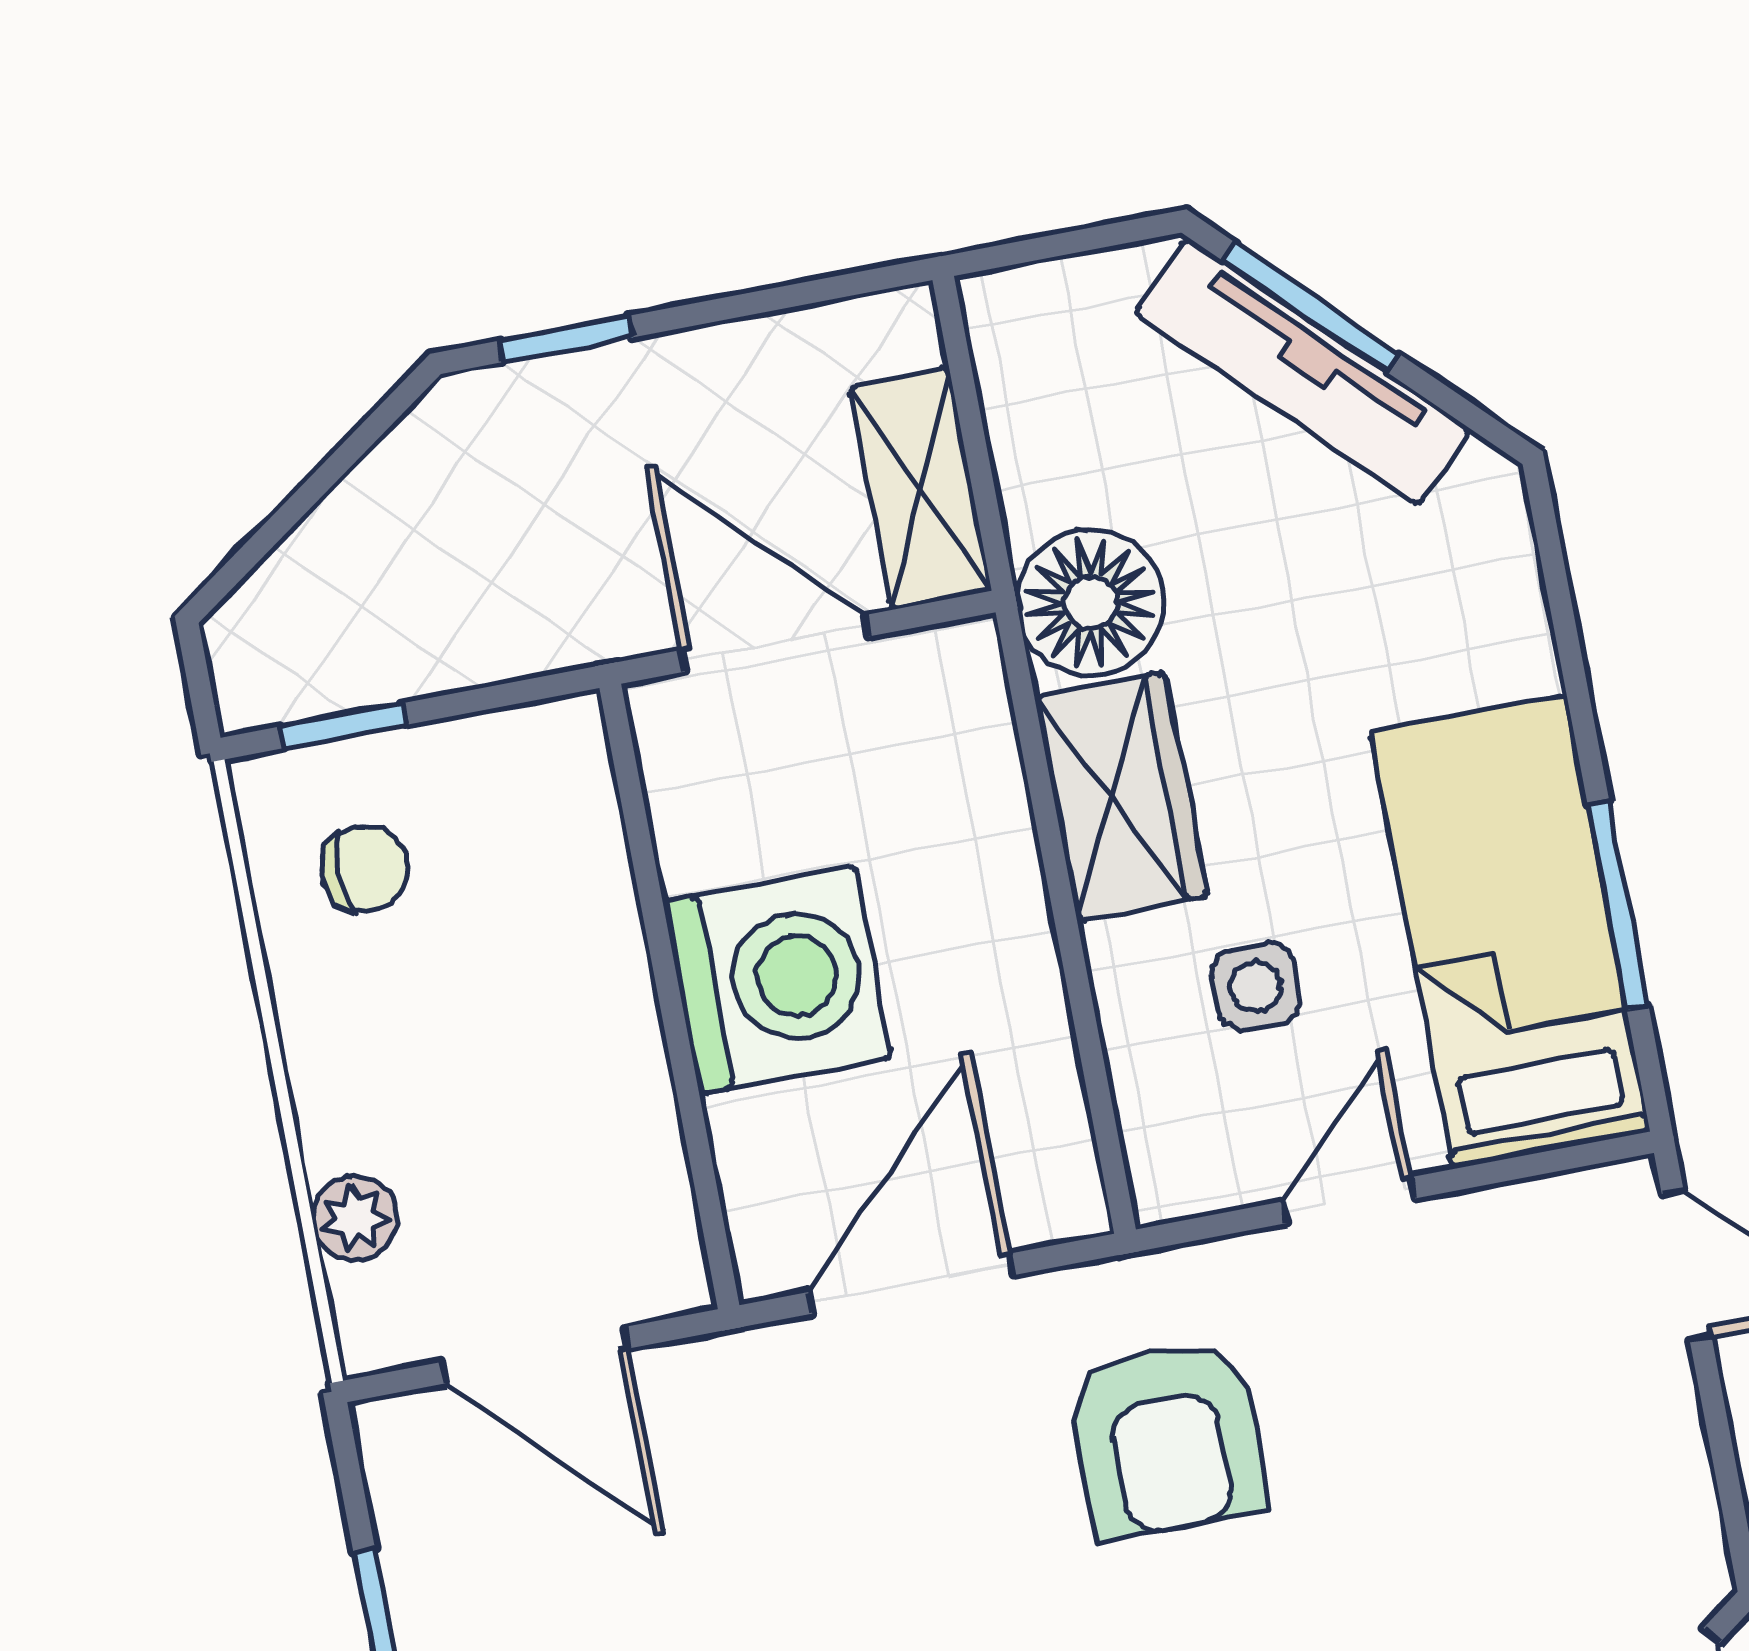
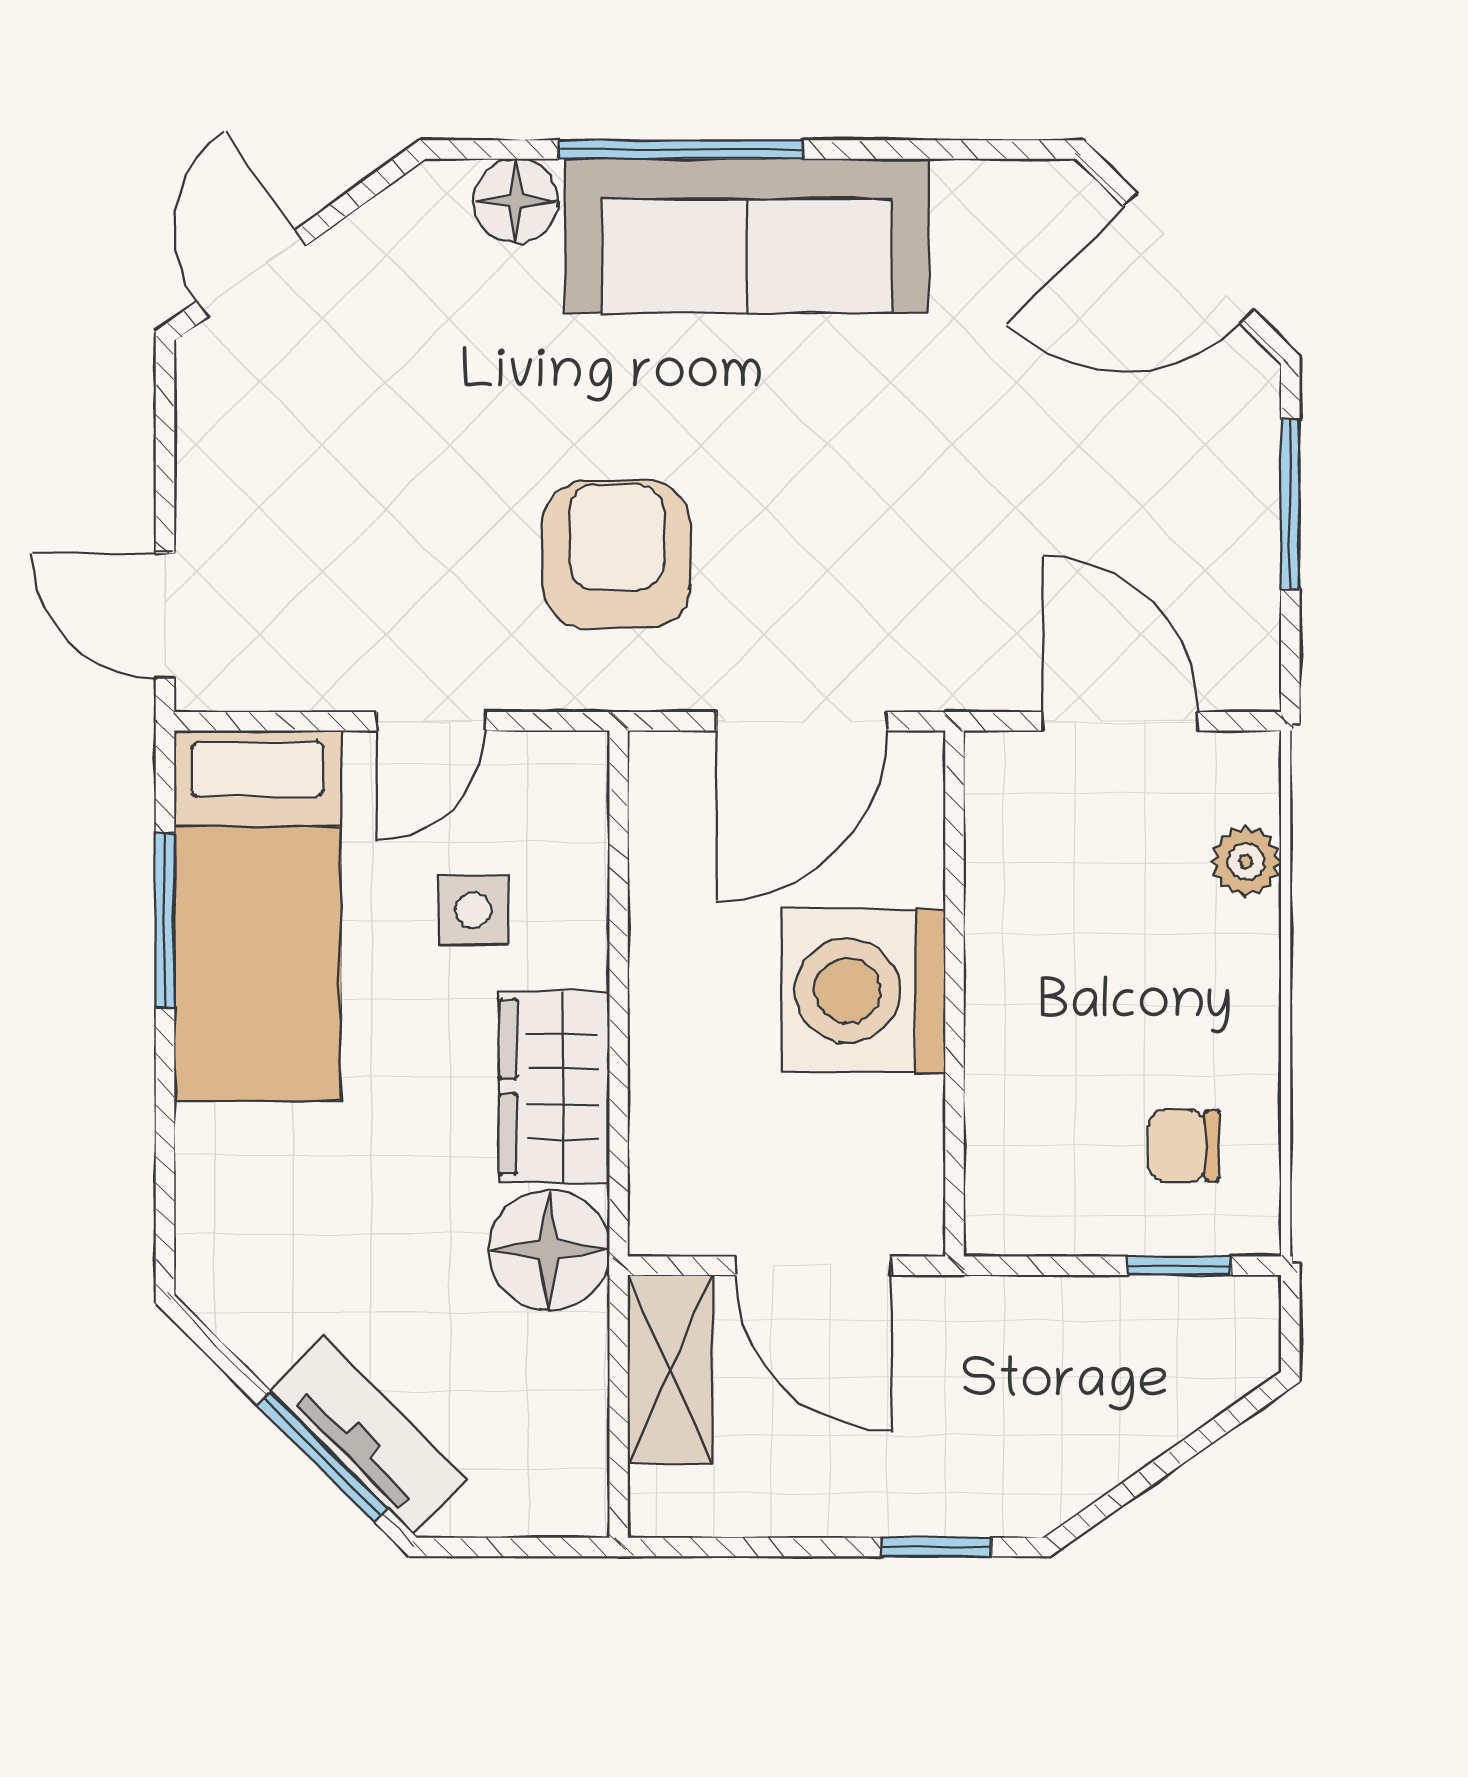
tv unit: (1303, 371) -> (369, 1435), width x0.71

